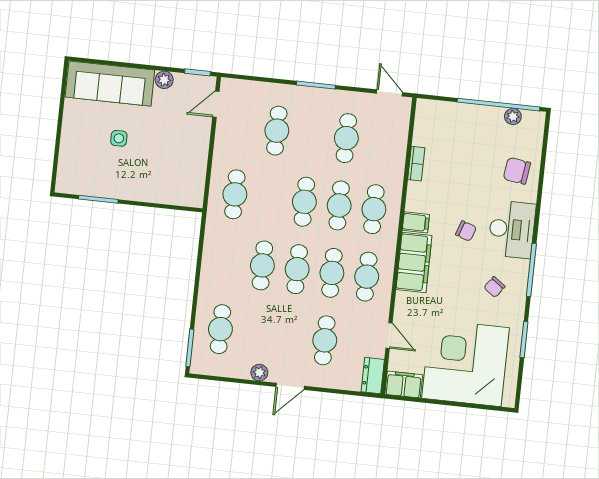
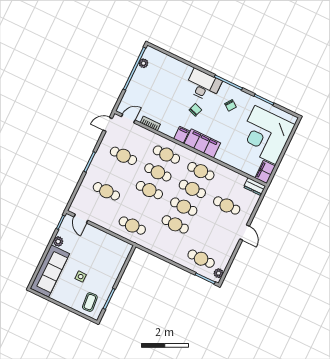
coffee table: (82, 169) -> (90, 302), added
chair: (517, 171) -> (173, 71), removed
door: (389, 336) -> (128, 118), moved
plant: (259, 373) -> (219, 273), moved

